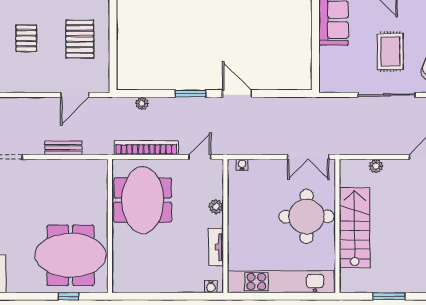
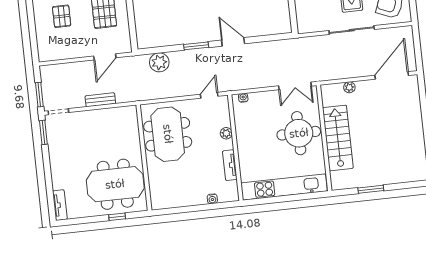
plant: (142, 103) -> (159, 62), width x1.88, depth x1.88
bookcase: (146, 148) -> (166, 92), removed
water cooler: (211, 287) -> (212, 199), moved

